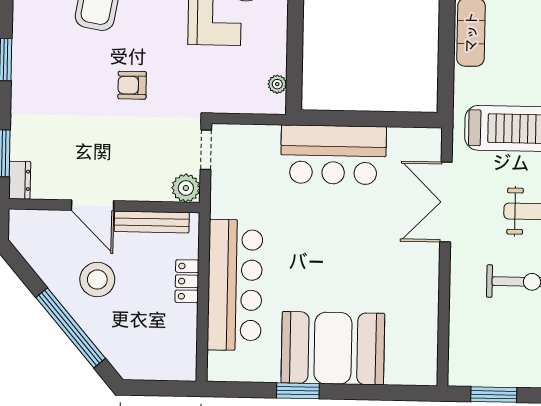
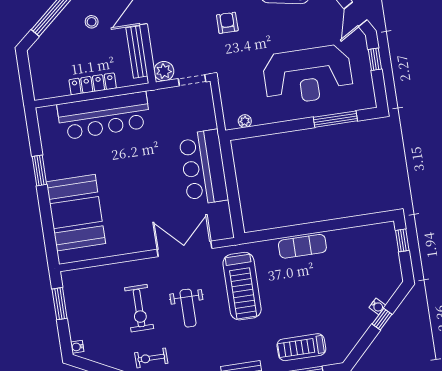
stool: (97, 280) -> (92, 22), width x0.53, depth x0.53
locker: (187, 281) -> (93, 84), width x1.53
booth: (333, 348) -> (76, 213), moved

